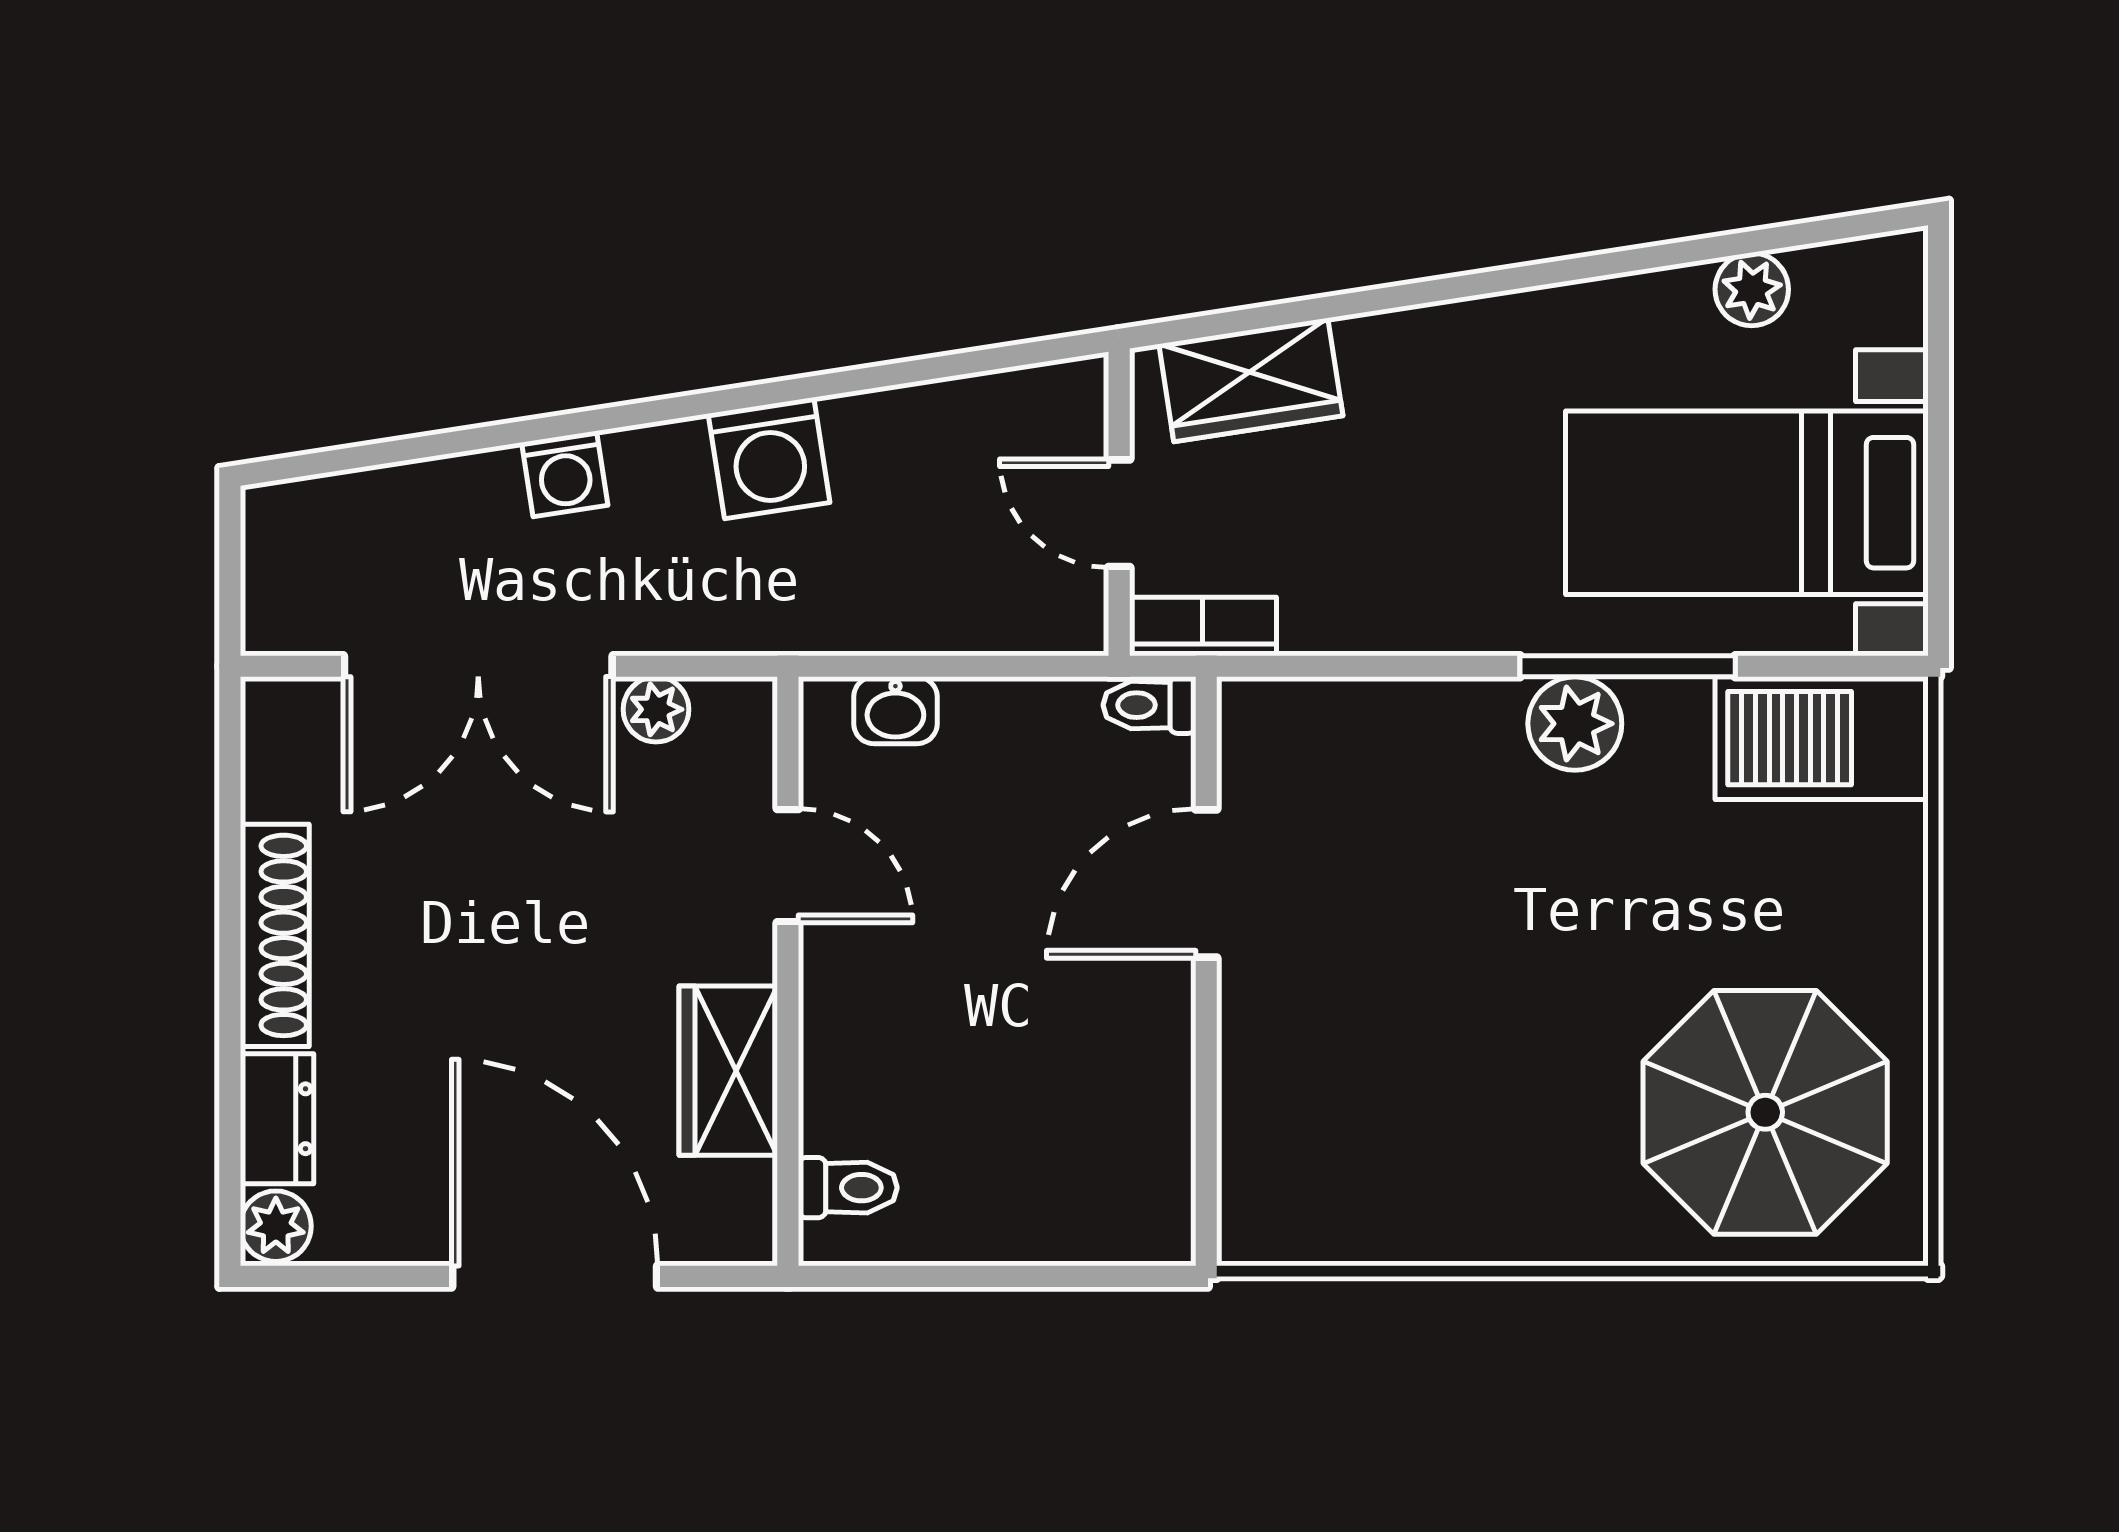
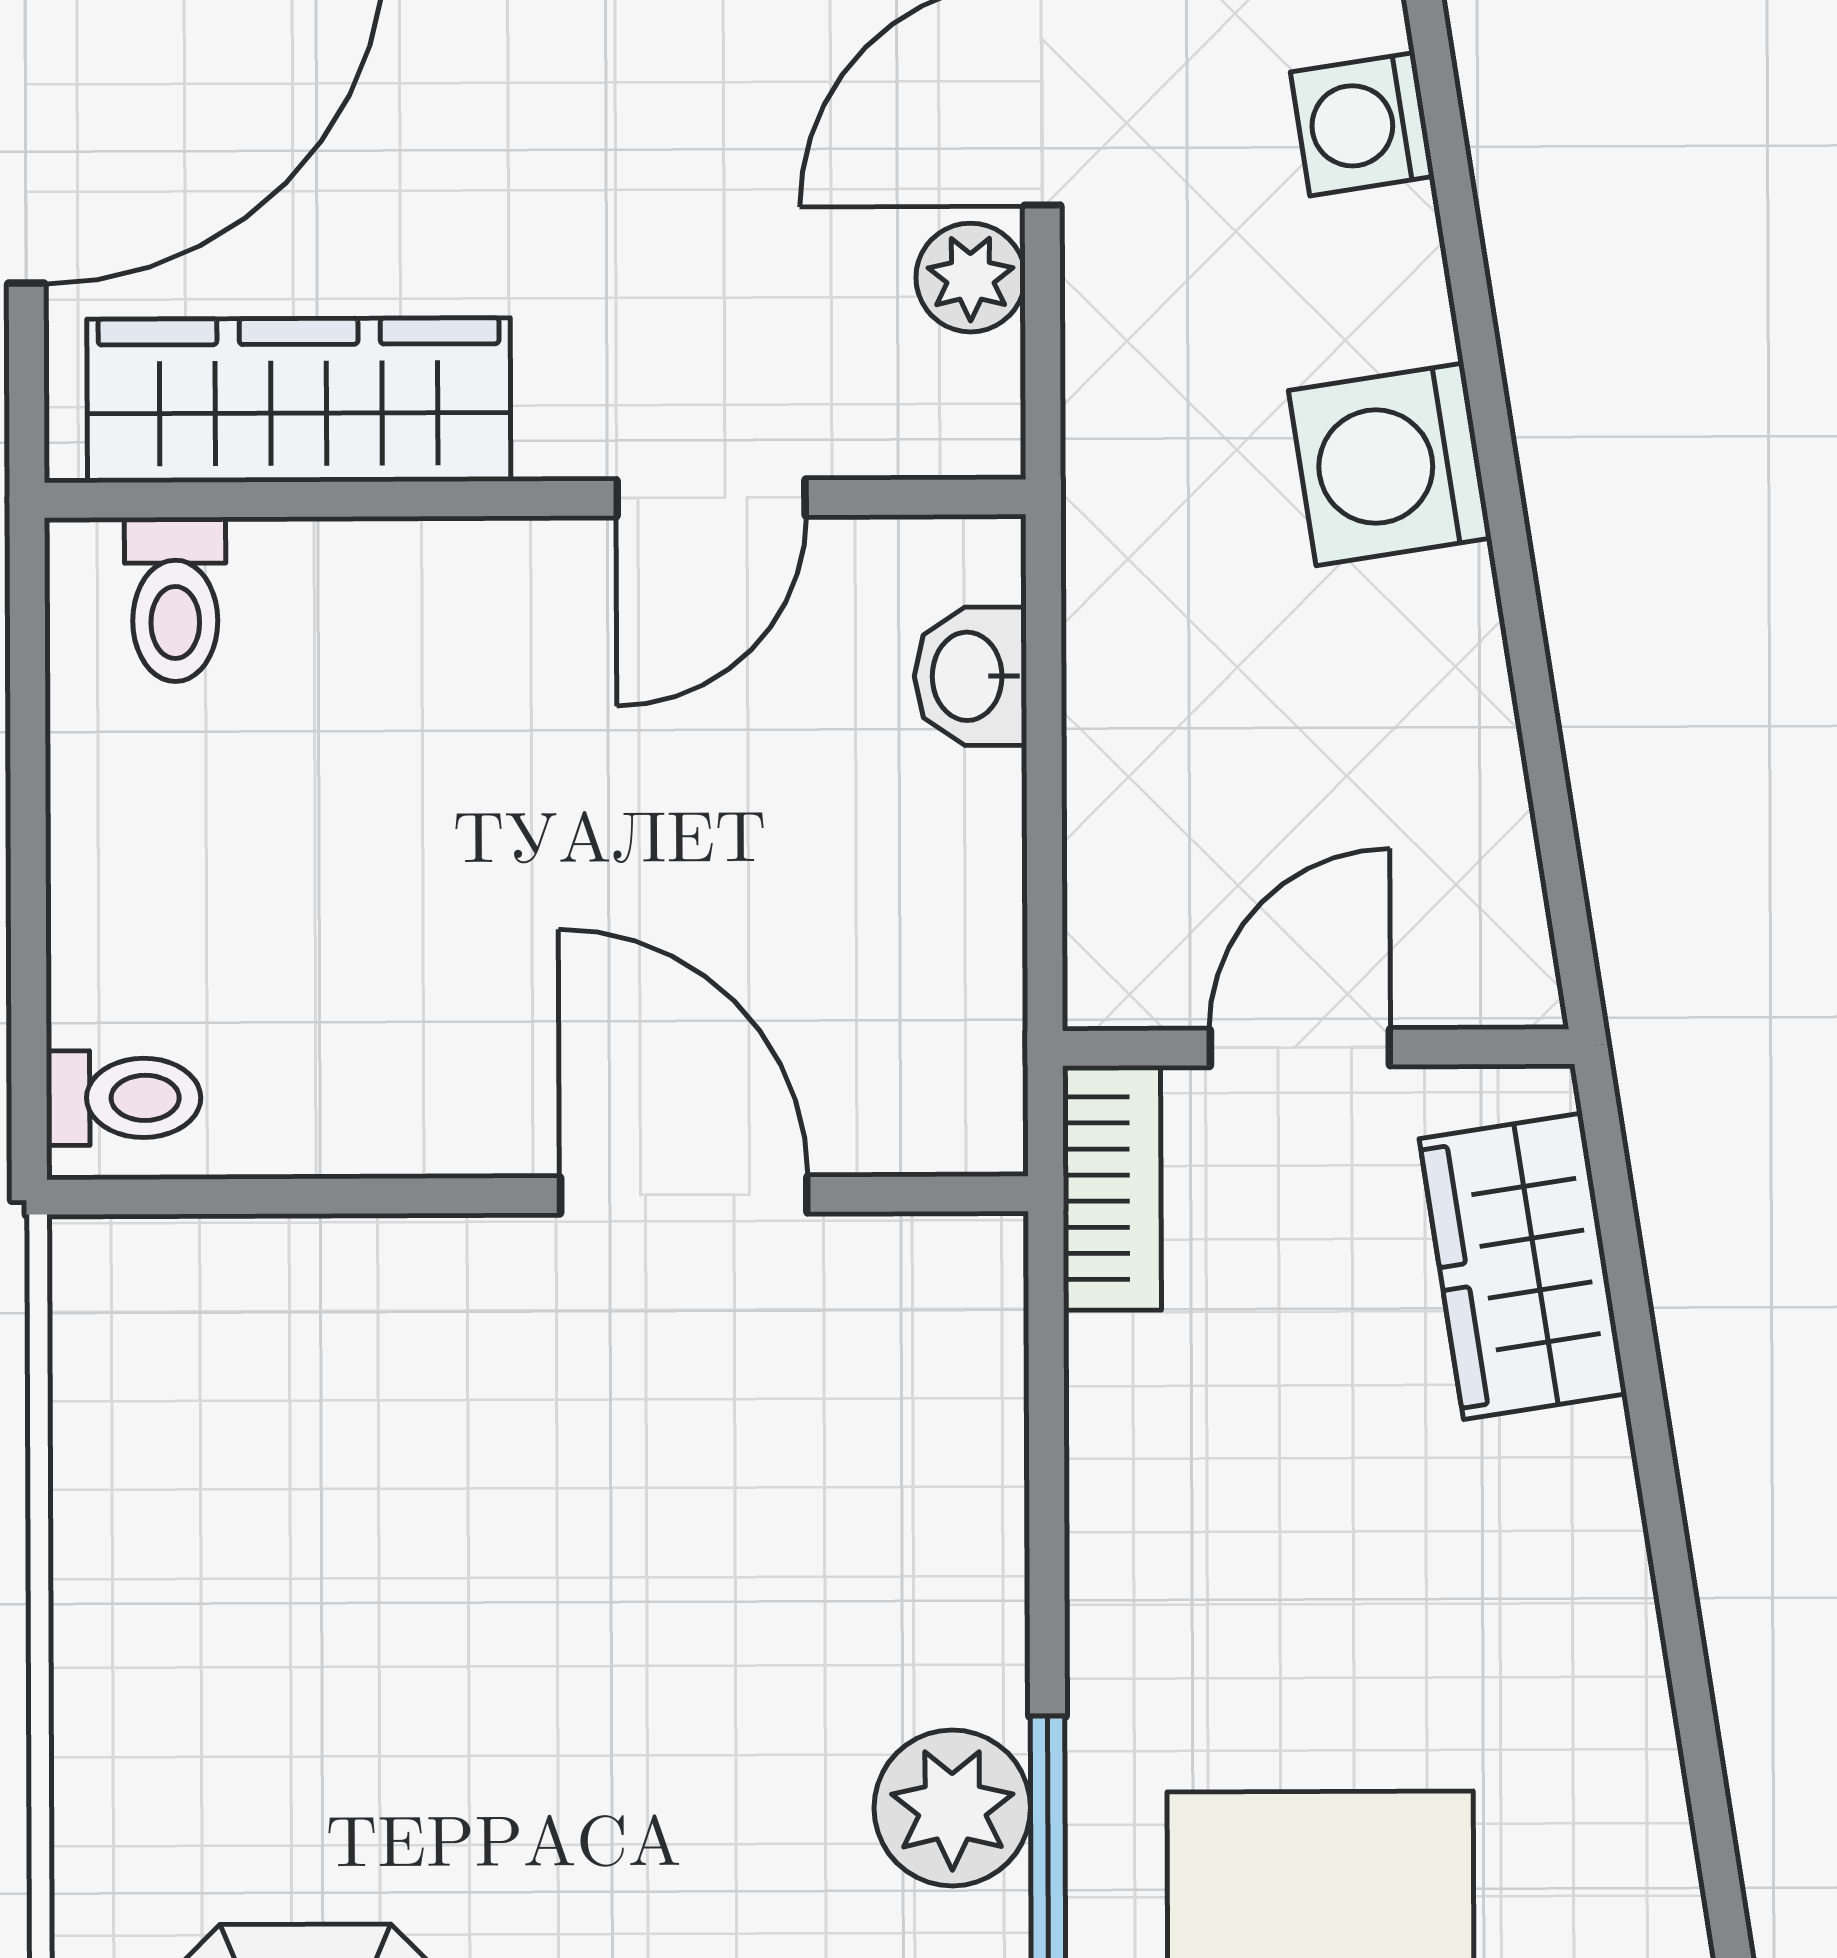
toilet: (1149, 705) -> (124, 1098), moved, turned 90
wardrobe: (728, 1071) -> (299, 400), width x1.50

